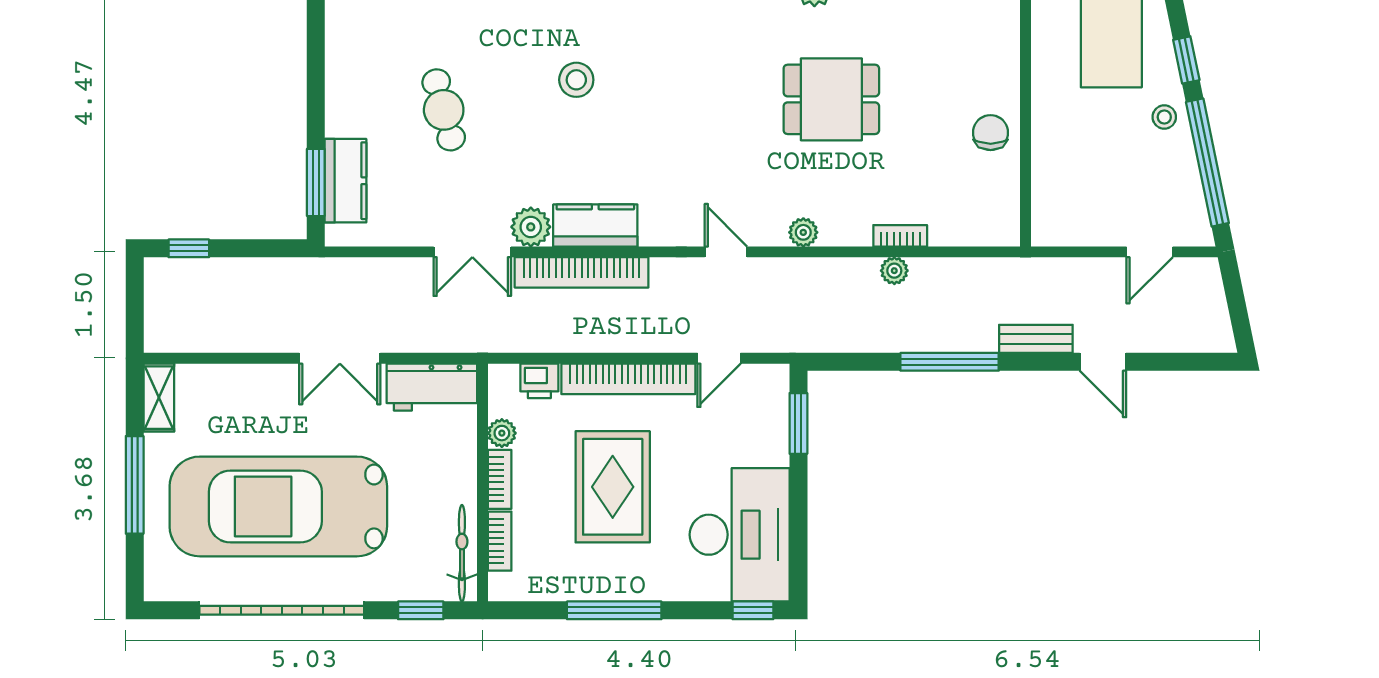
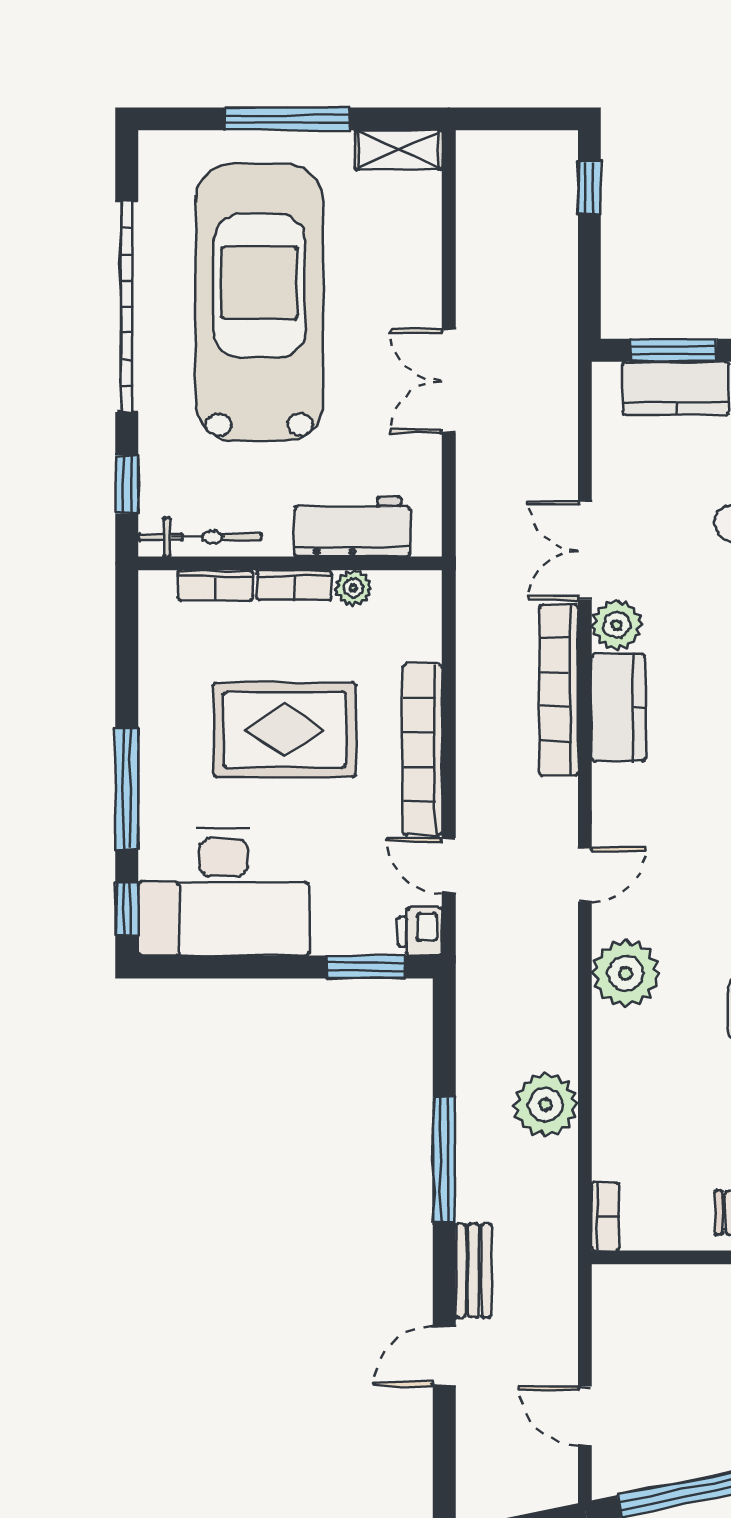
plant: (803, 232) -> (626, 973), width x1.87, depth x1.87
bookcase: (900, 236) -> (605, 1216), moved
plant: (894, 271) -> (546, 1105), width x1.88, depth x1.88
printer: (539, 381) -> (420, 931), moved
workbench: (432, 387) -> (352, 527), moved, turned 90
window: (614, 610) -> (127, 789), moved

